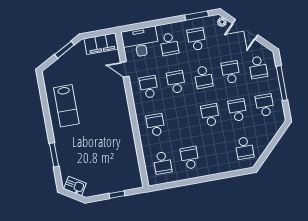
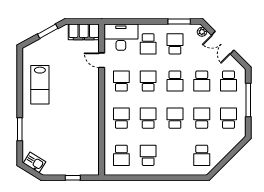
school desk: (231, 72) -> (202, 81), turned 180
school desk: (183, 120) -> (148, 118), added

